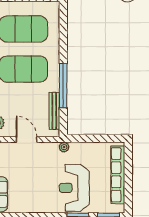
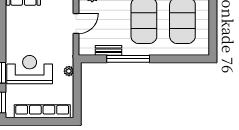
bench: (54, 111) -> (108, 50), width x0.73
plant: (64, 147) -> (69, 71), moved

